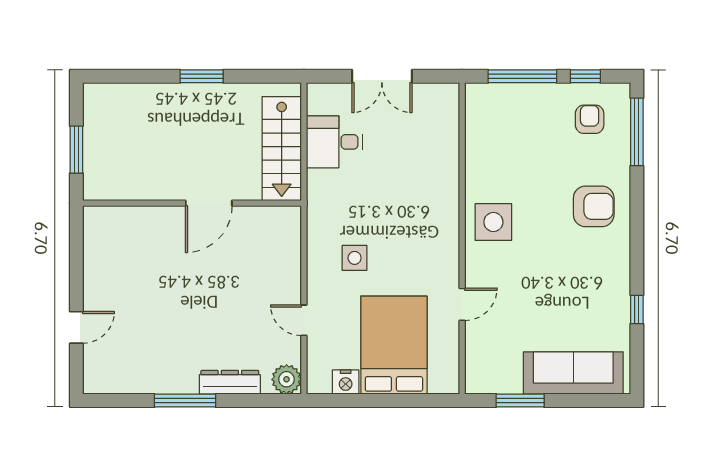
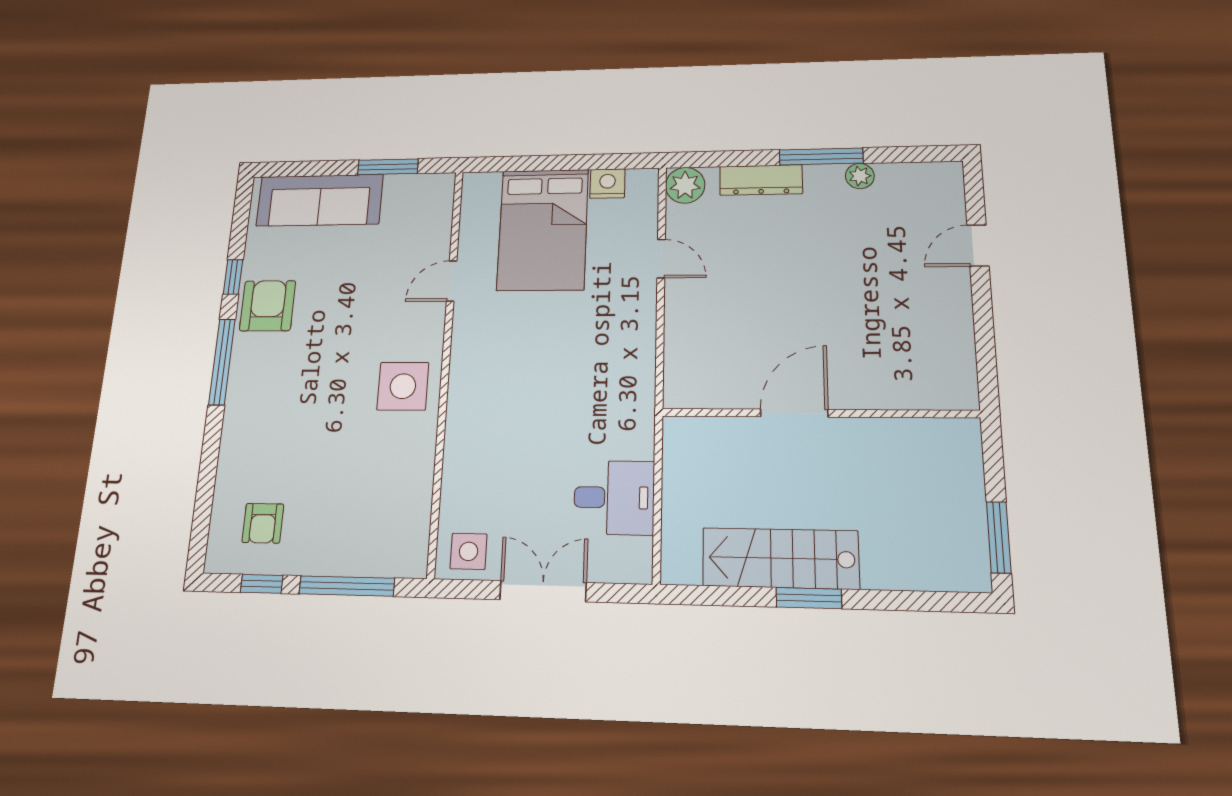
window: (637, 132) -> (222, 362), moved
stairs: (282, 149) -> (780, 558), moved, turned -90
window: (76, 150) -> (999, 537), moved
armchair: (594, 206) -> (268, 306), moved, turned 90
side table: (355, 258) -> (469, 551), moved
plant: (157, 384) -> (860, 176), added

